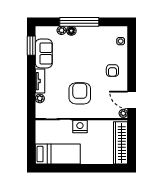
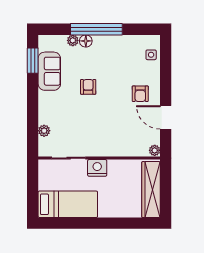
tv unit: (40, 81) -> (44, 108), removed
armchair: (80, 93) -> (88, 87), moved, width x0.53, depth x0.53
door: (132, 100) -> (166, 117), moved

